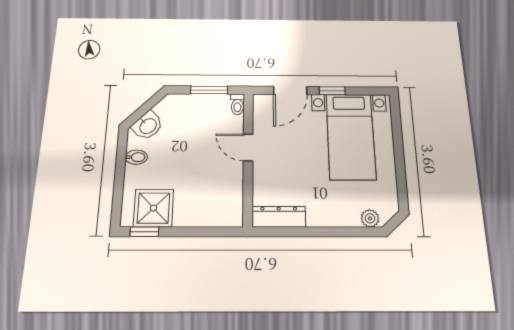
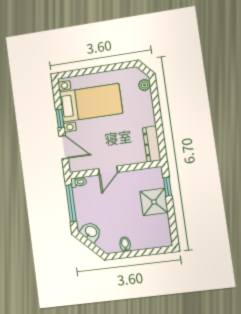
window: (209, 90) -> (71, 203), width x1.44
washbasin: (148, 126) -> (91, 232), moved
shower: (153, 208) -> (154, 202), moved
window: (144, 232) -> (167, 187), moved

